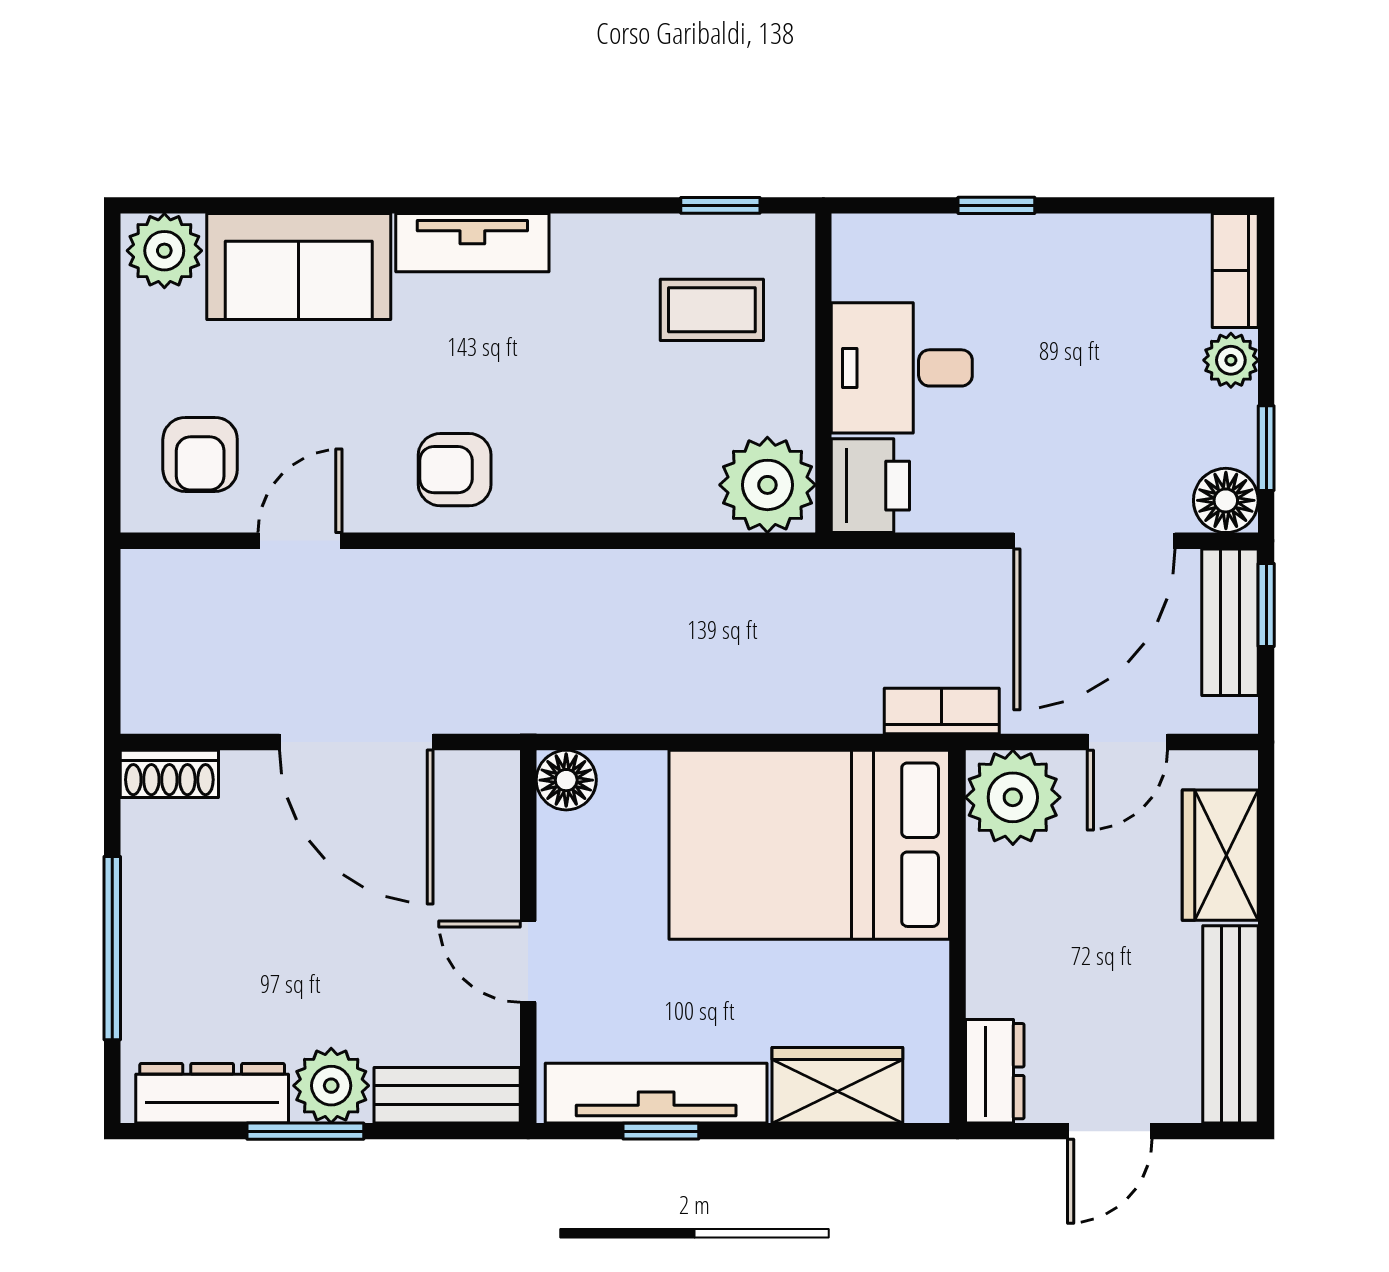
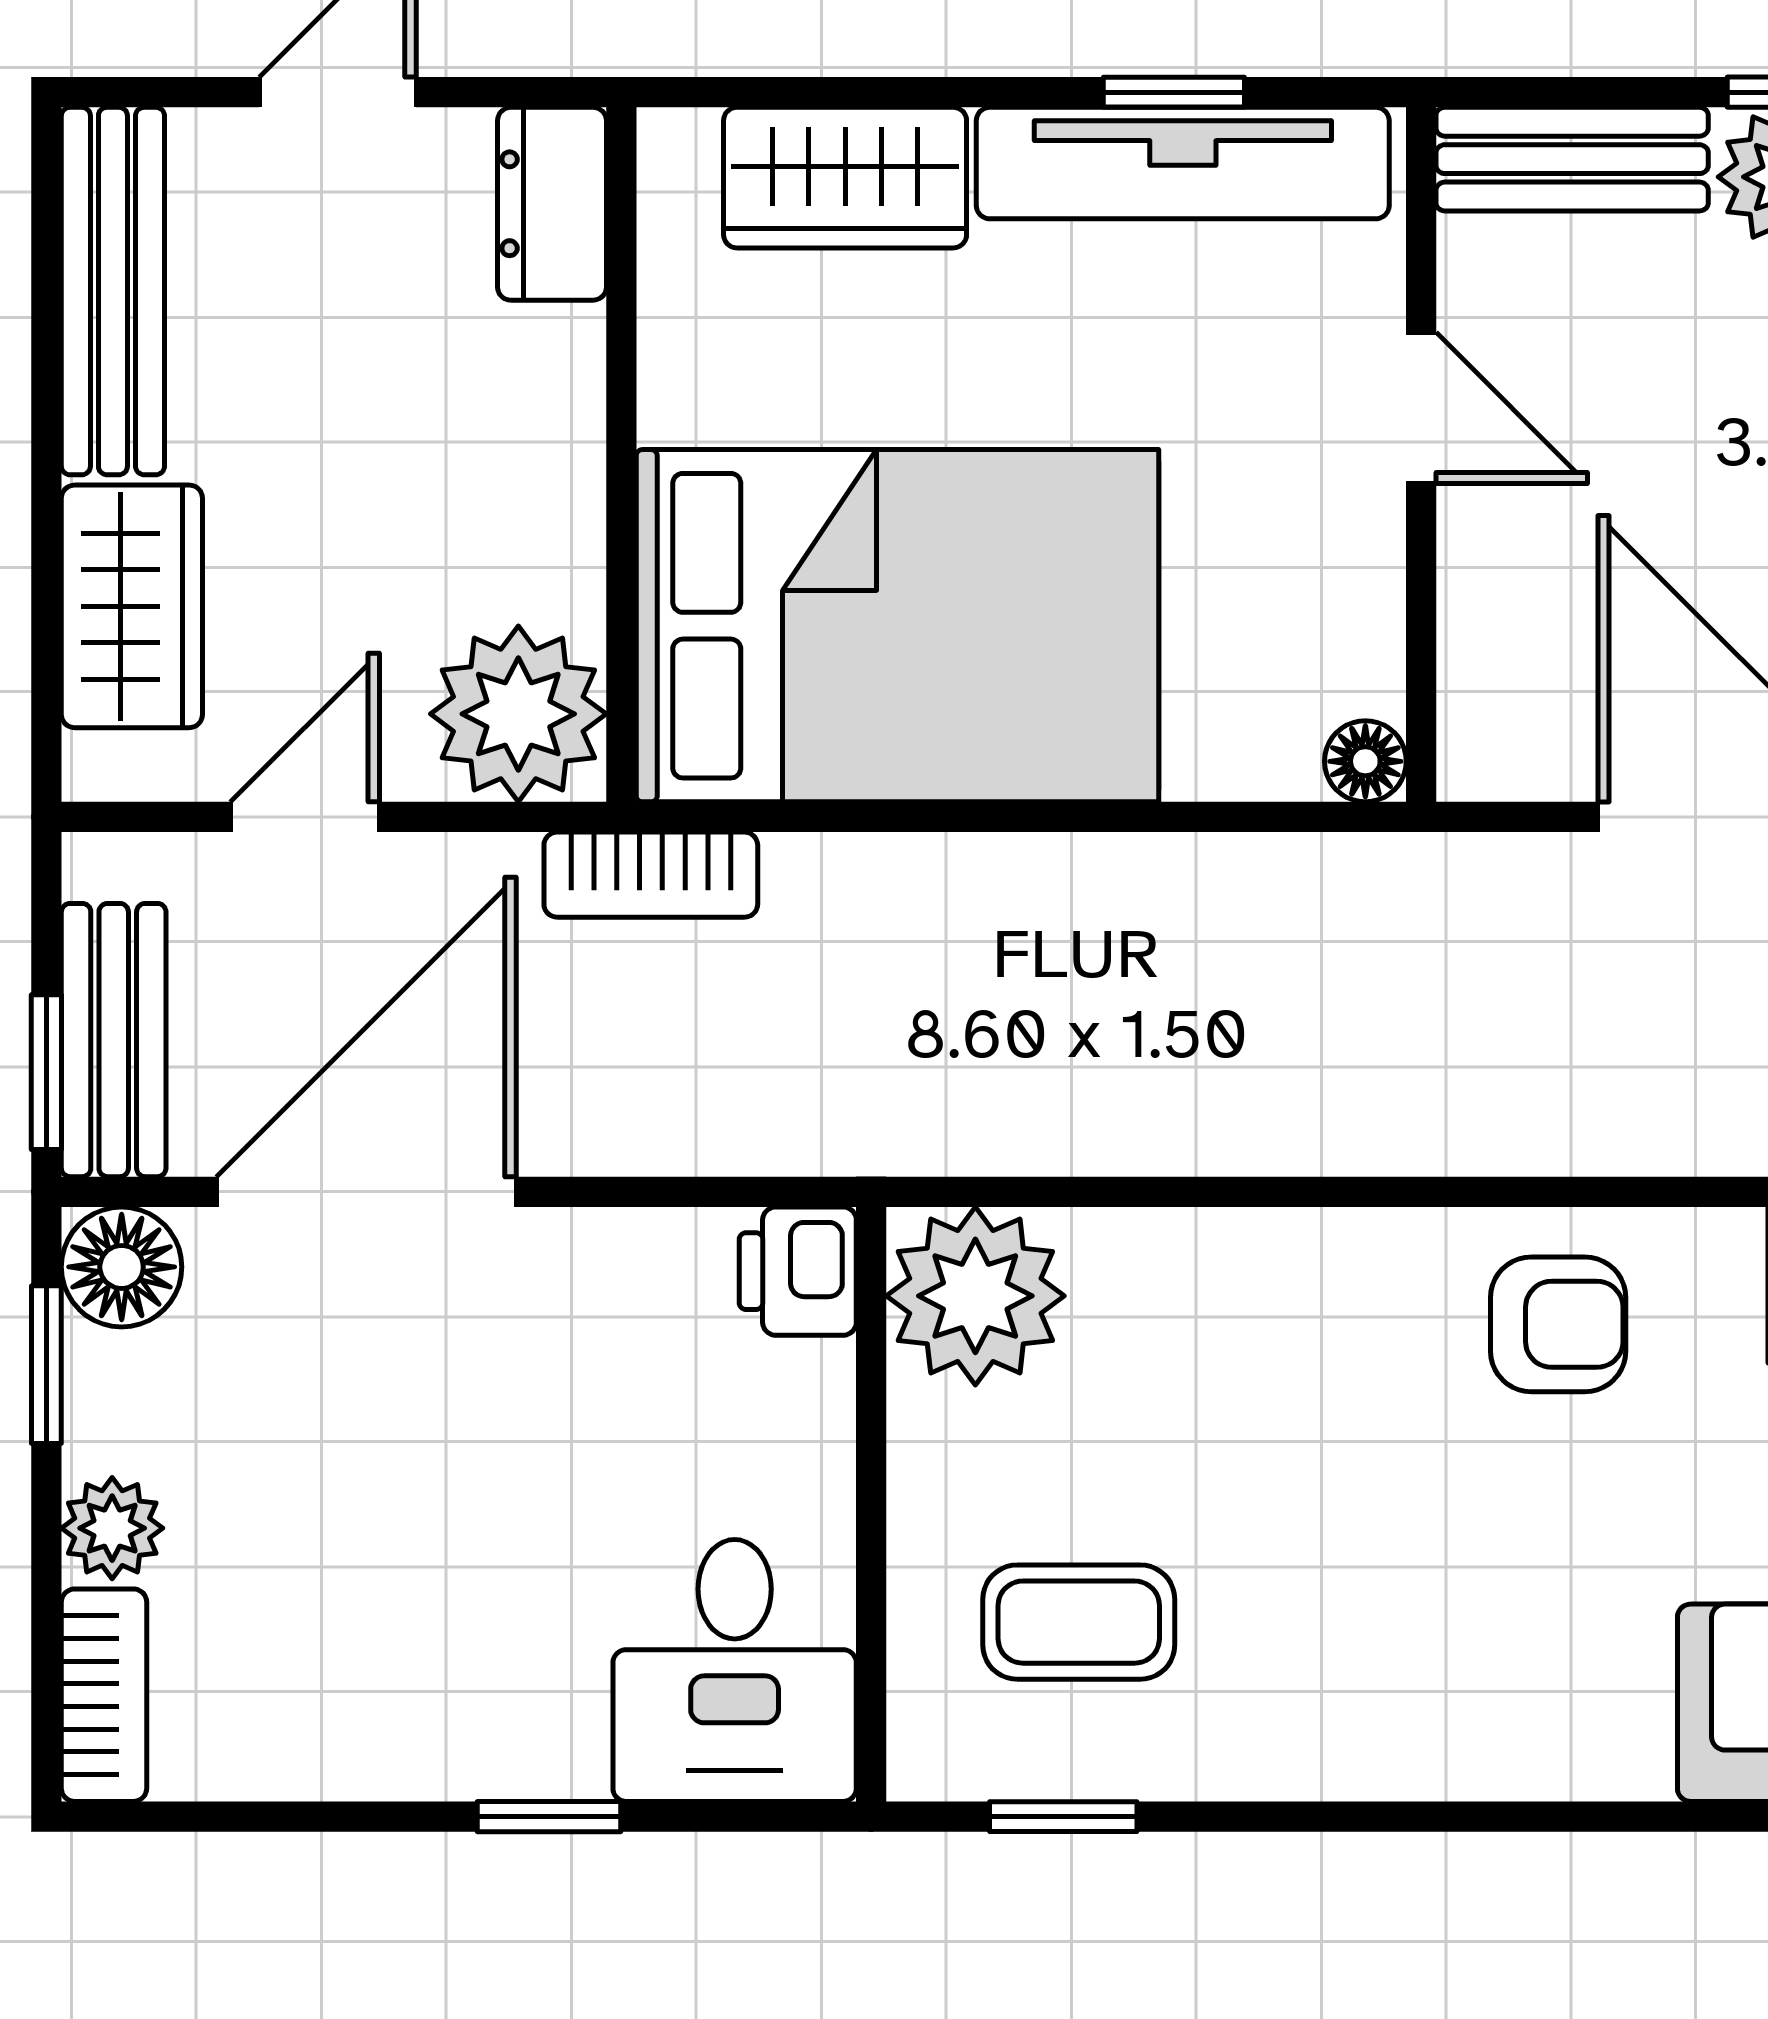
tv unit: (472, 243) -> (1525, 1747), removed
desk: (902, 368) -> (735, 1670), moved, turned 90
printer: (870, 486) -> (798, 1271), width x0.73, depth x0.81
floor lamp: (566, 780) -> (1365, 761), width x0.73, depth x0.73

